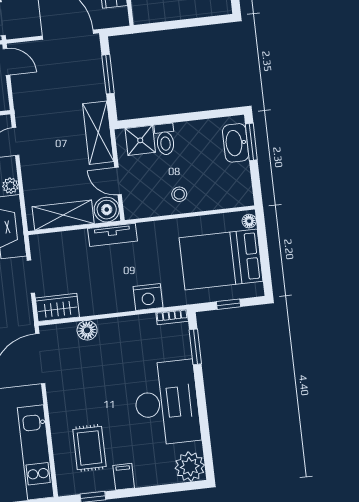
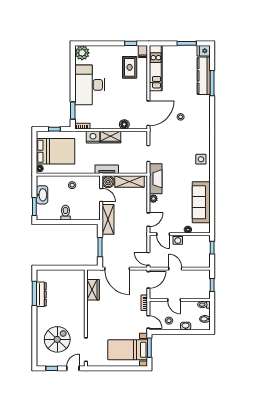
toilet: (165, 139) -> (65, 213), moved
shower: (140, 140) -> (88, 213), removed
washbasin: (236, 143) -> (42, 195), moved
wardrobe: (57, 307) -> (111, 137), moved
filing cabinet: (124, 477) -> (143, 52), moved

